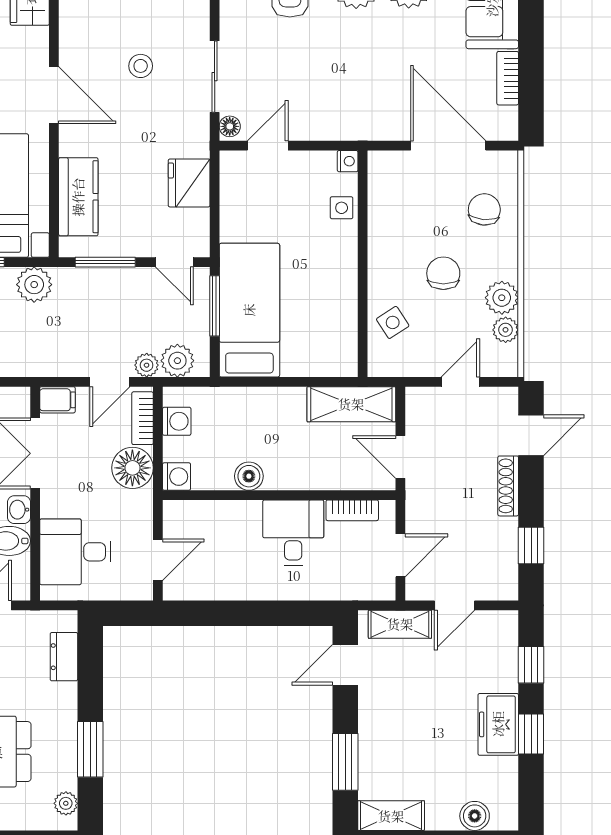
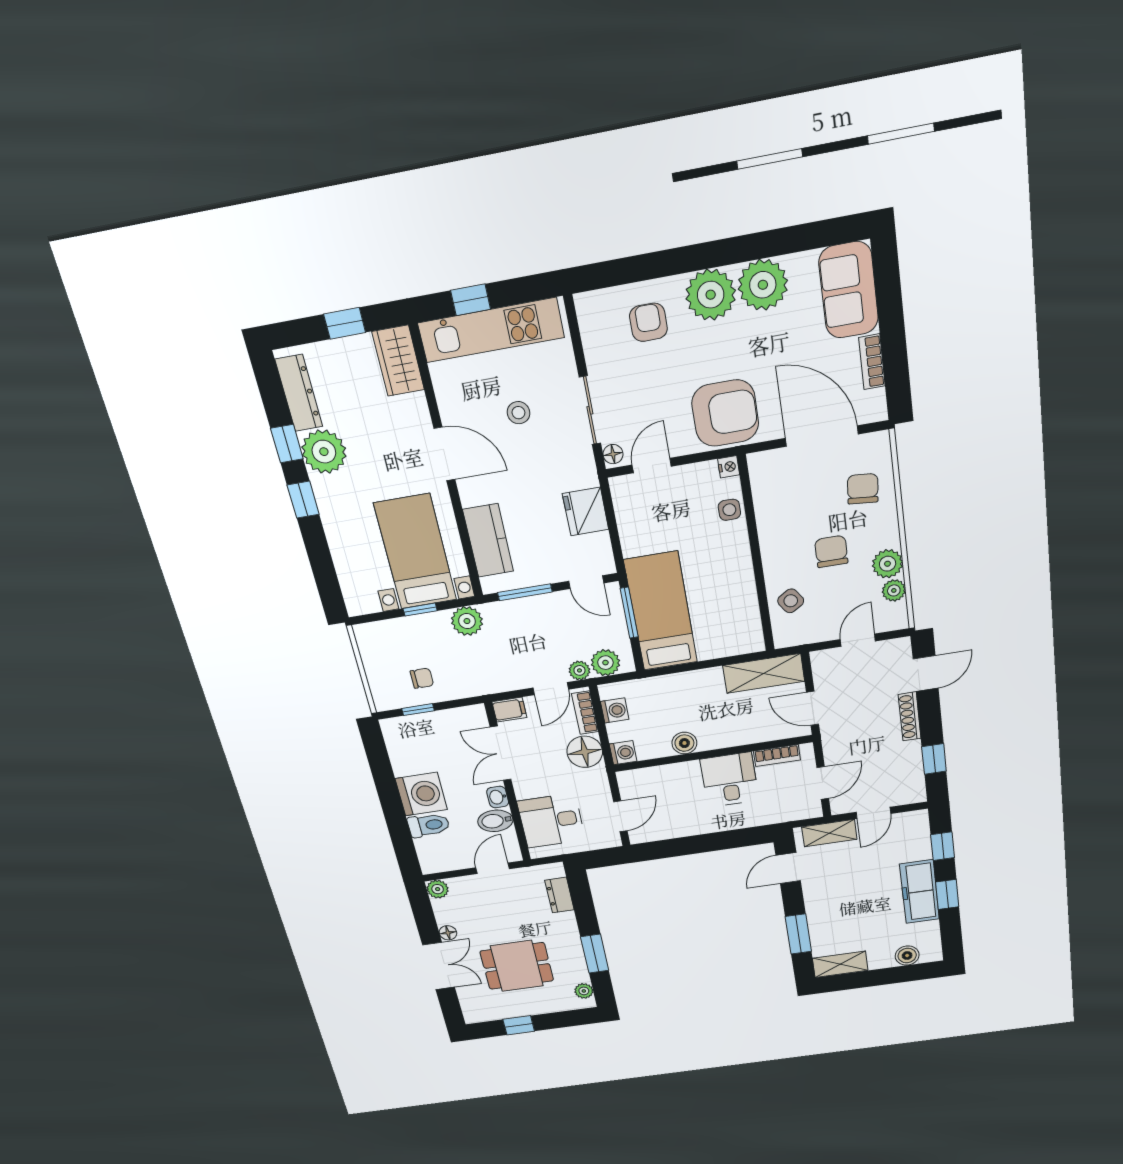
armchair: (353, 104) -> (725, 413), added
freezer: (498, 724) -> (920, 892), width x1.40

